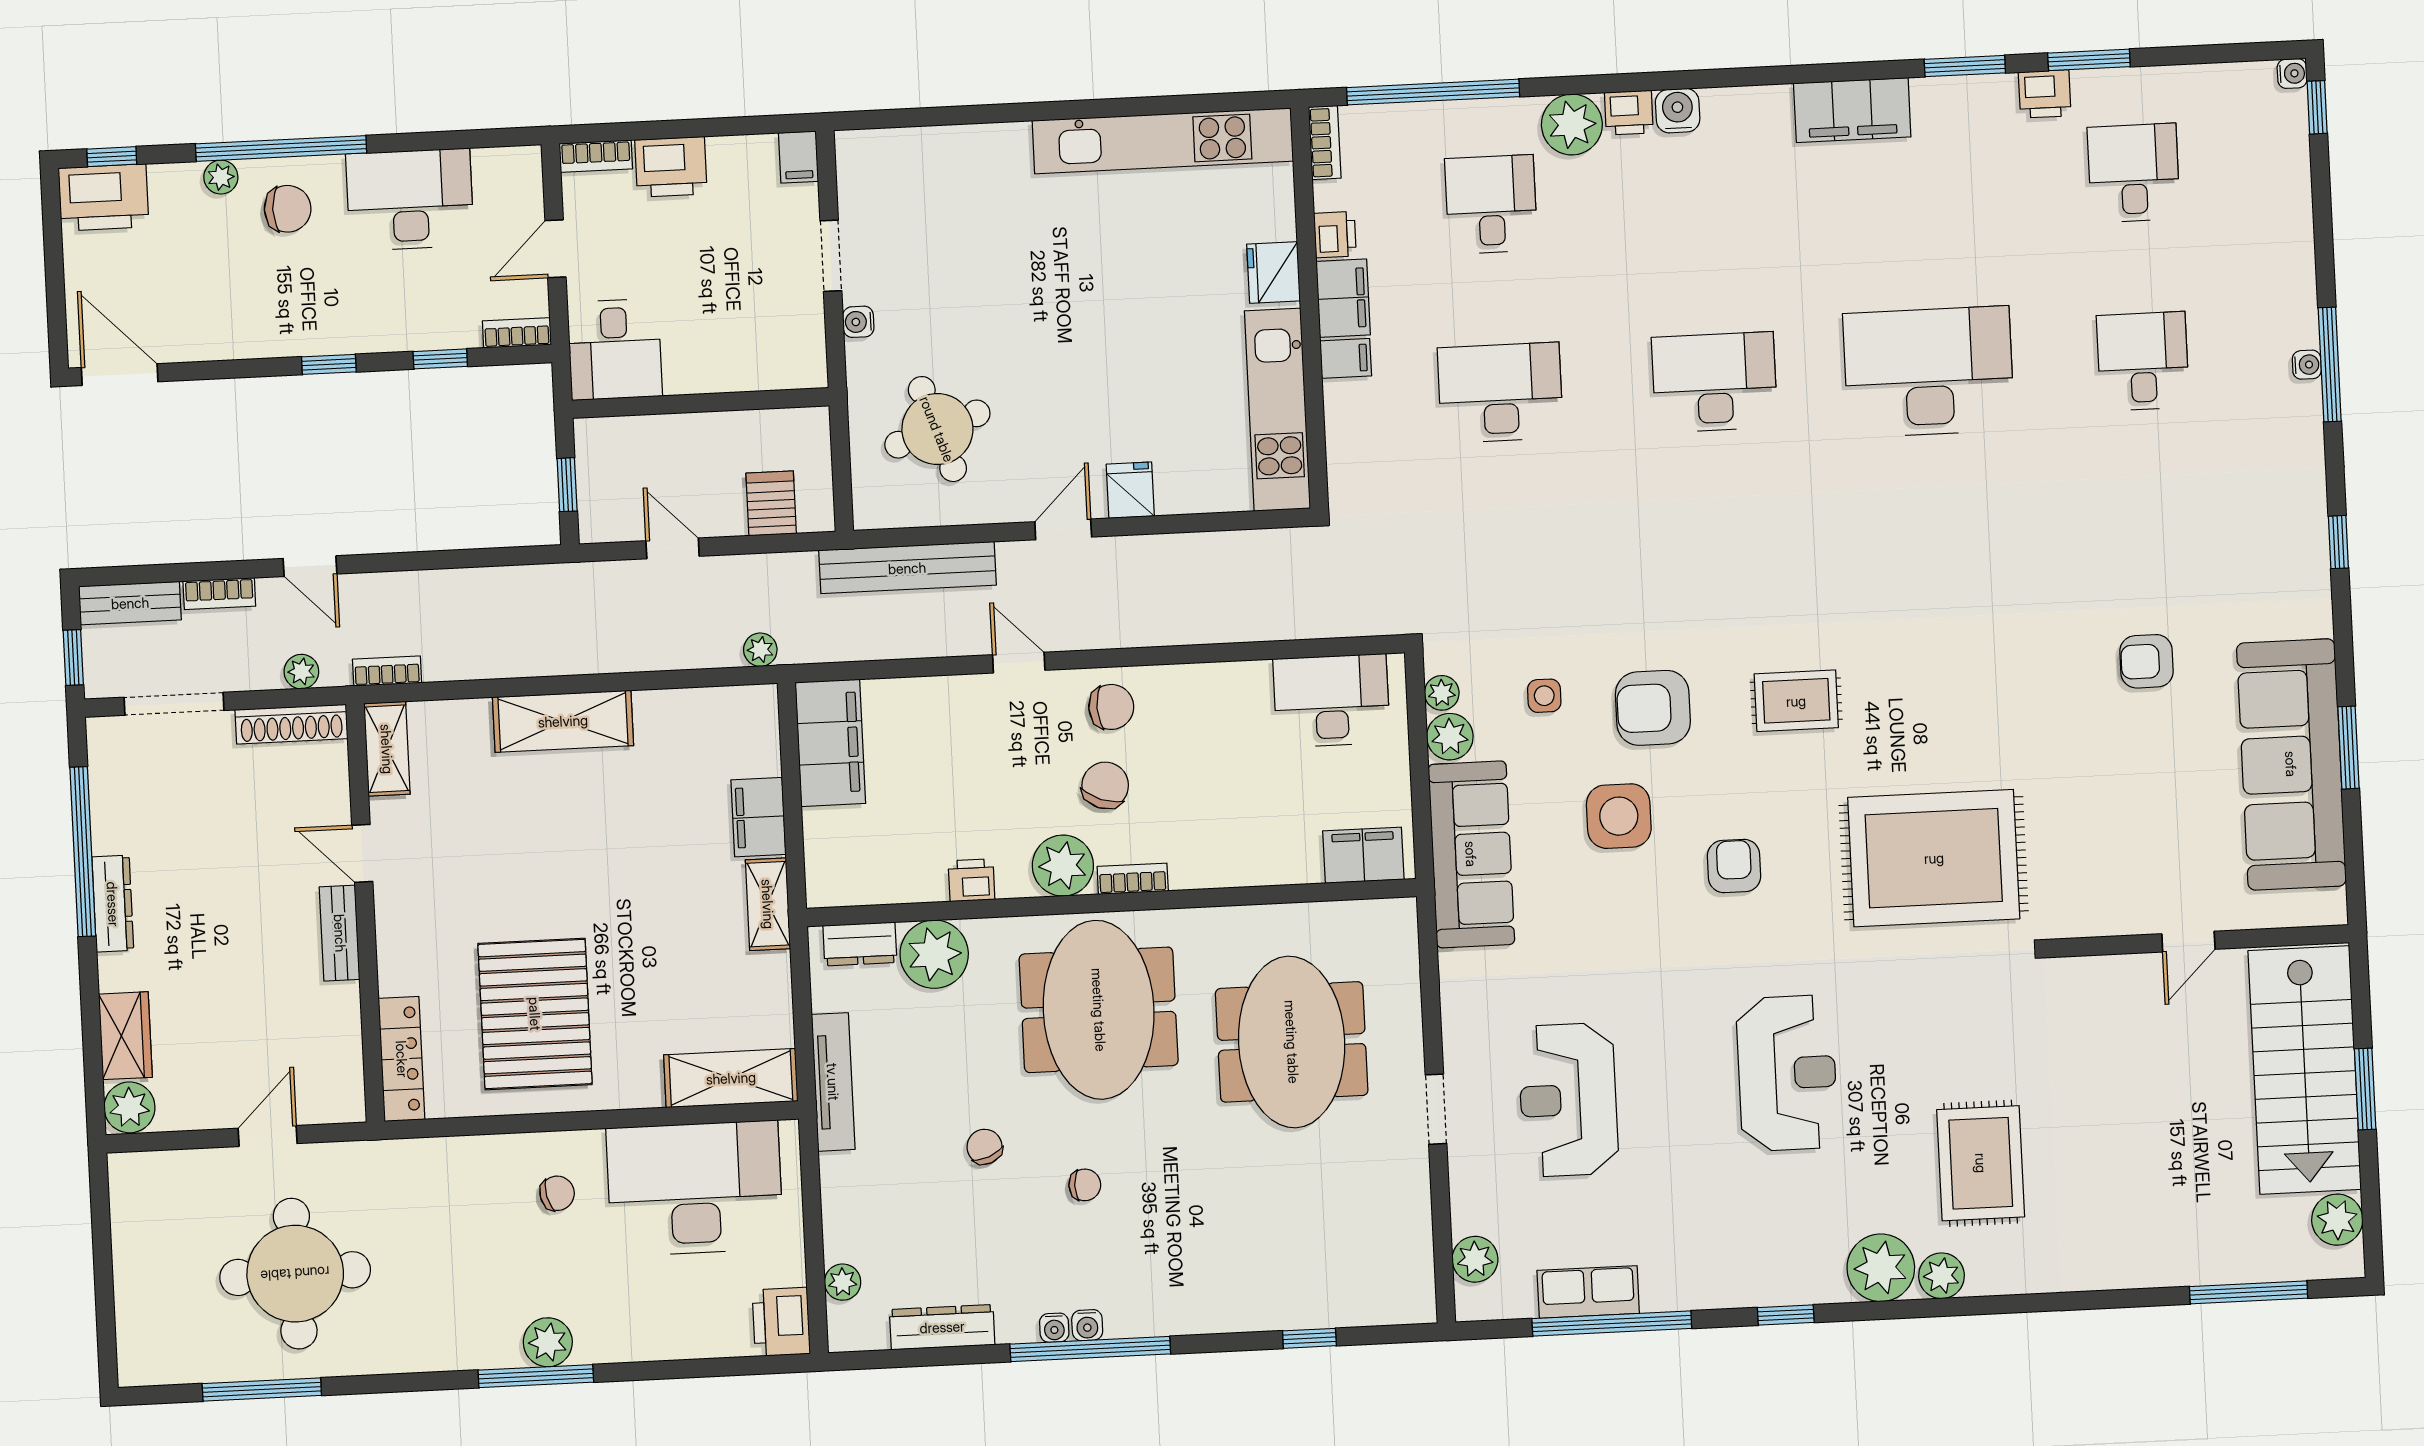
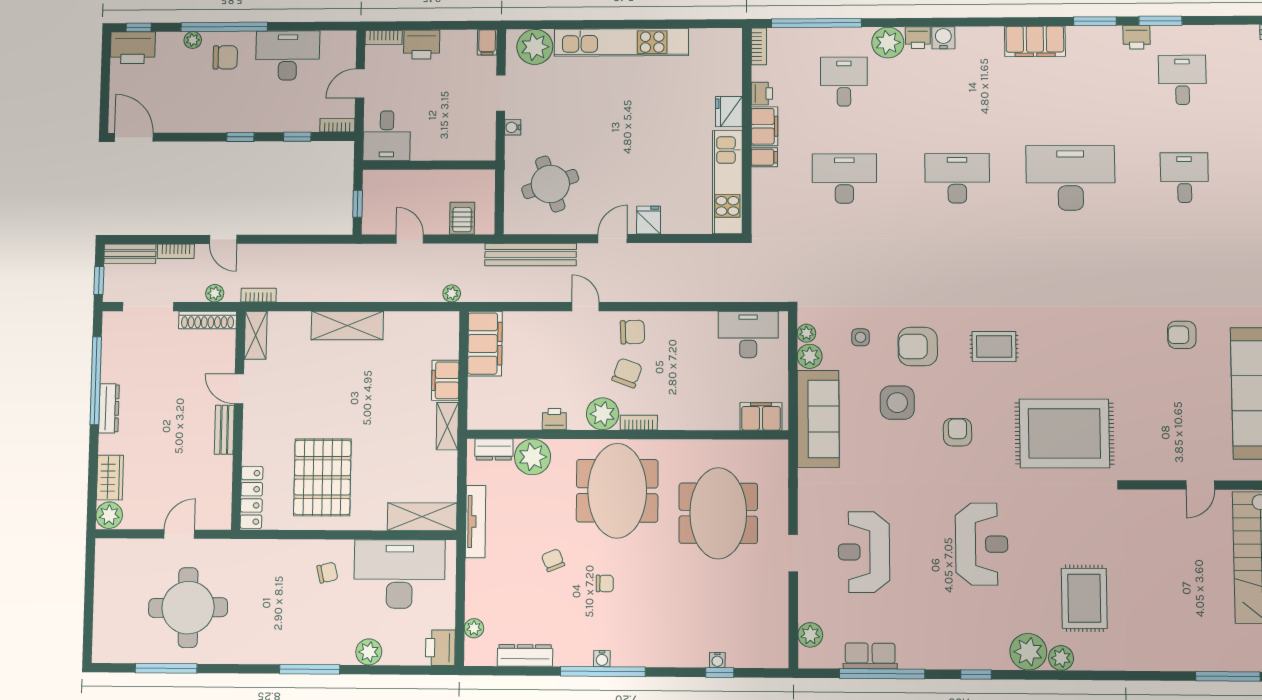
kitchen unit: (1163, 141) -> (621, 42), moved
plant: (892, 162) -> (535, 47), added
water cooler: (1054, 1328) -> (717, 660), moved
plant: (548, 1342) -> (369, 652), moved

